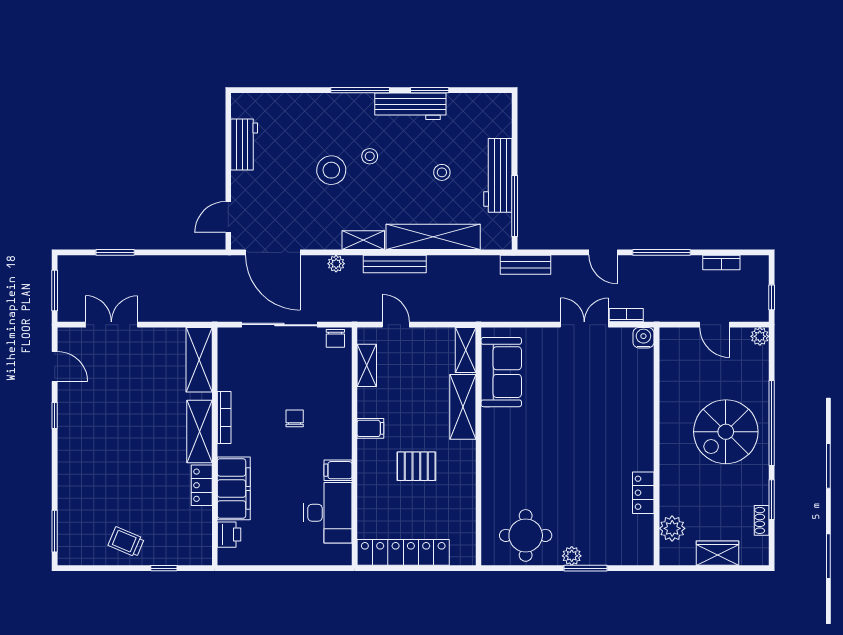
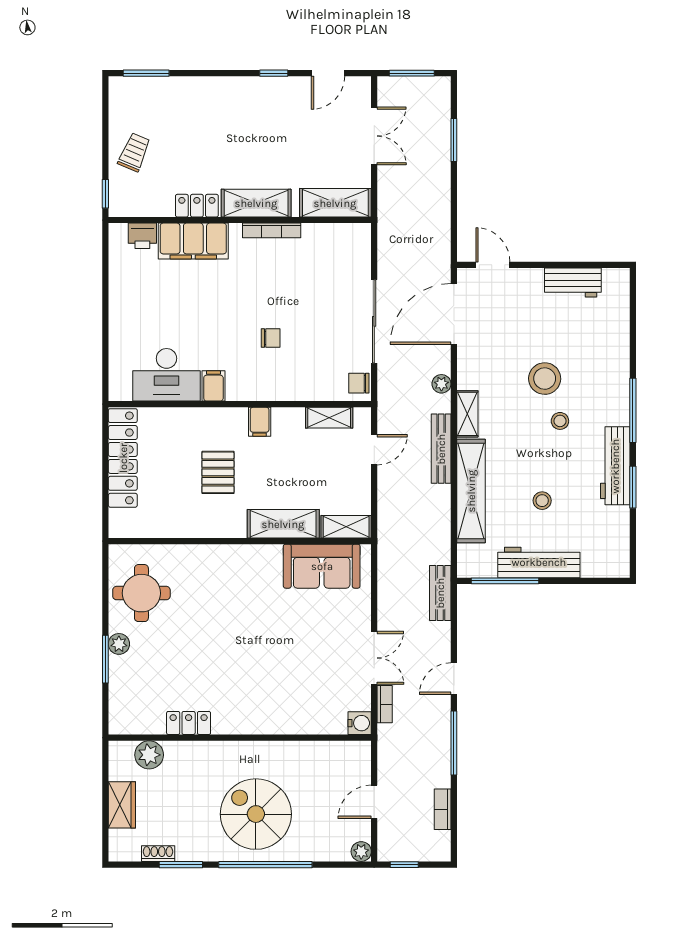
shelving: (199, 360) -> (335, 203), moved
bookcase: (224, 418) -> (272, 230), moved
shelving: (199, 432) -> (256, 203), moved
wall: (215, 446) -> (240, 220), moved
locker: (202, 485) -> (197, 206), moved
filing cabinet: (234, 488) -> (193, 241), moved
printer: (229, 535) -> (142, 236), moved

